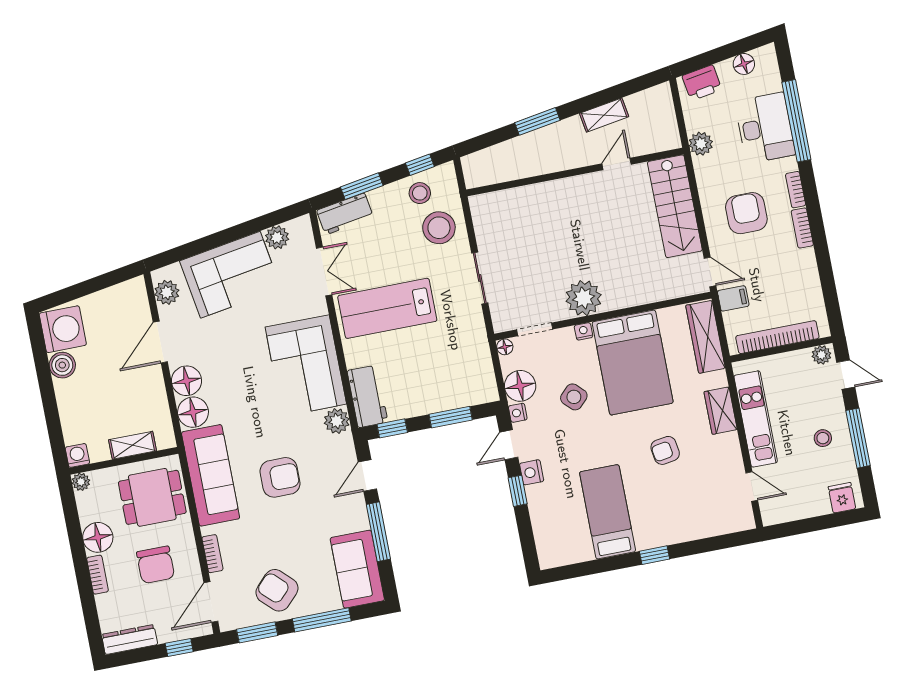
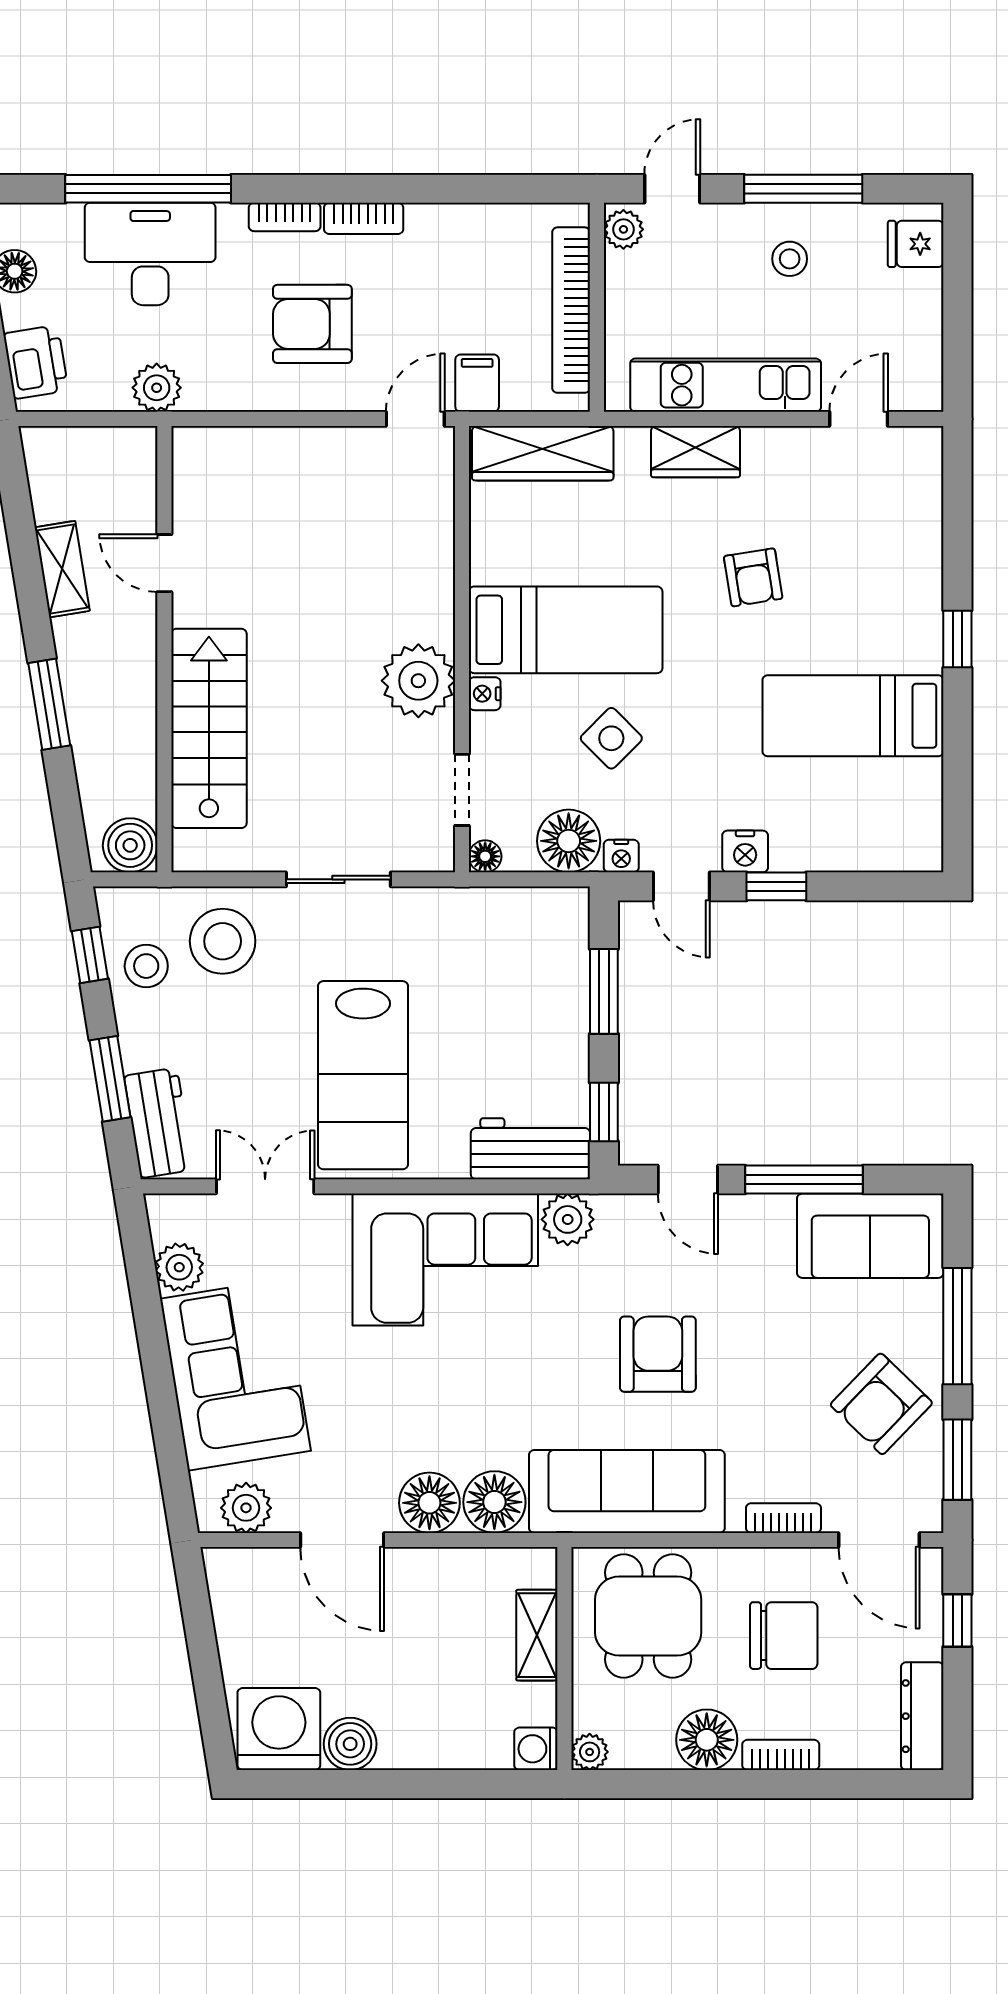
boiler: (477, 174) -> (130, 845), added
stairs: (675, 206) -> (209, 728), moved, turned -90
bed: (633, 362) -> (566, 630), width x0.67

